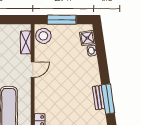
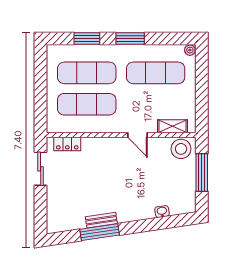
shower: (87, 38) -> (178, 206), removed

